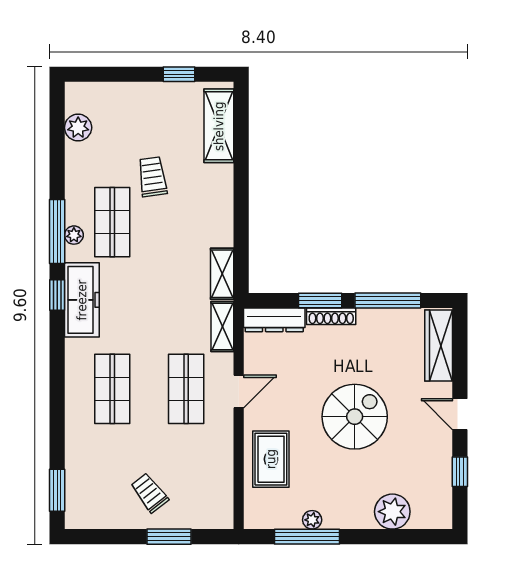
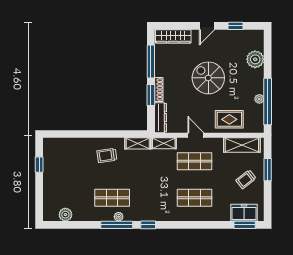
shelving: (219, 126) -> (242, 145), moved
trolley: (152, 177) -> (107, 155), moved
freezer: (82, 300) -> (244, 213), moved, width x0.71
window: (307, 537) -> (268, 101), width x1.46

